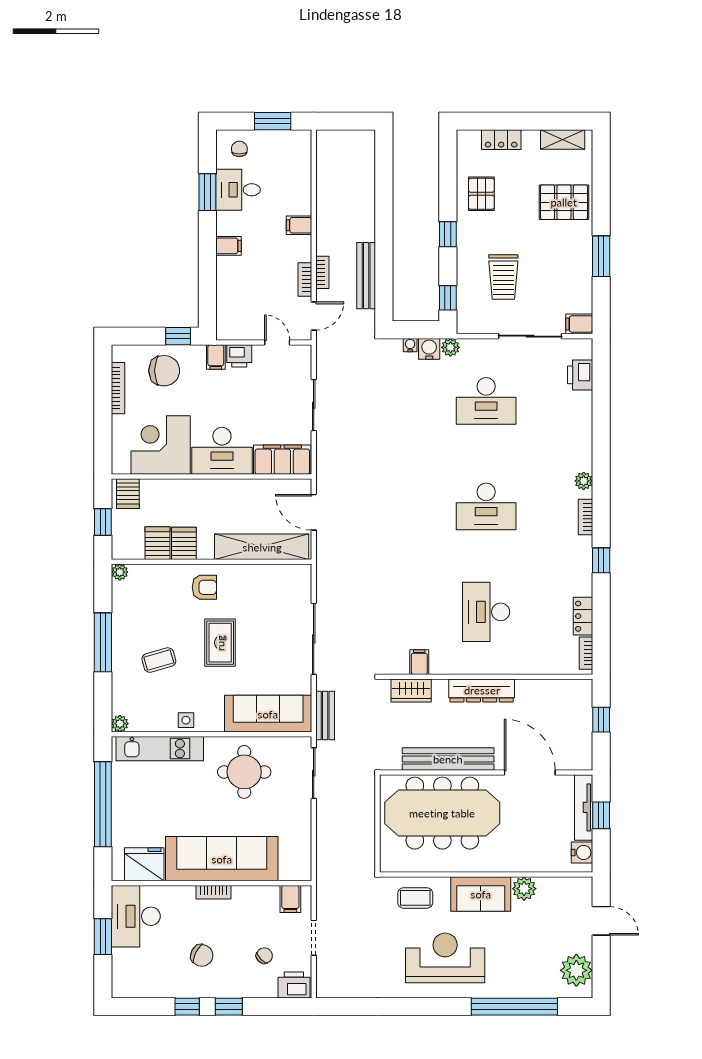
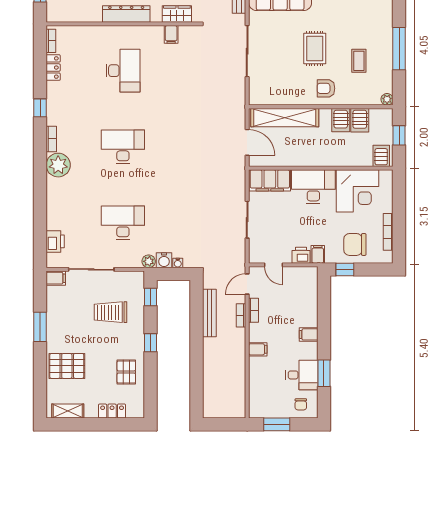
trolley: (503, 277) -> (111, 312), turned -90
plant: (584, 481) -> (58, 165), width x1.88, depth x1.88
coffee table: (159, 660) -> (359, 61), moved, turned -74

